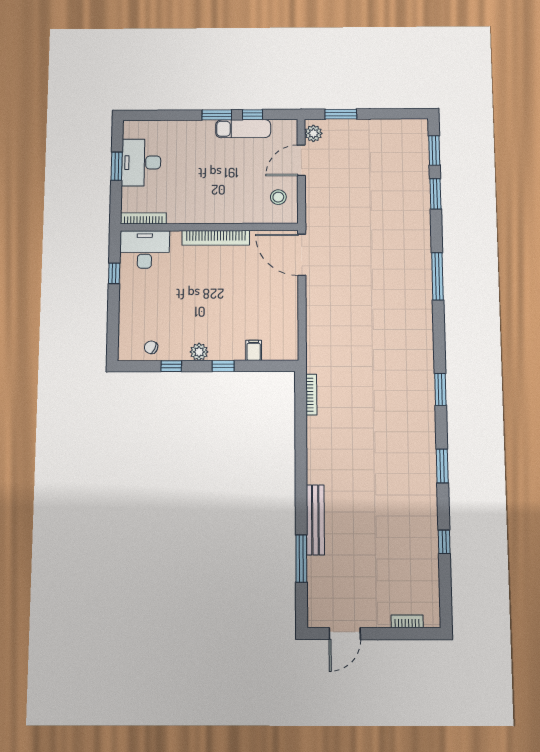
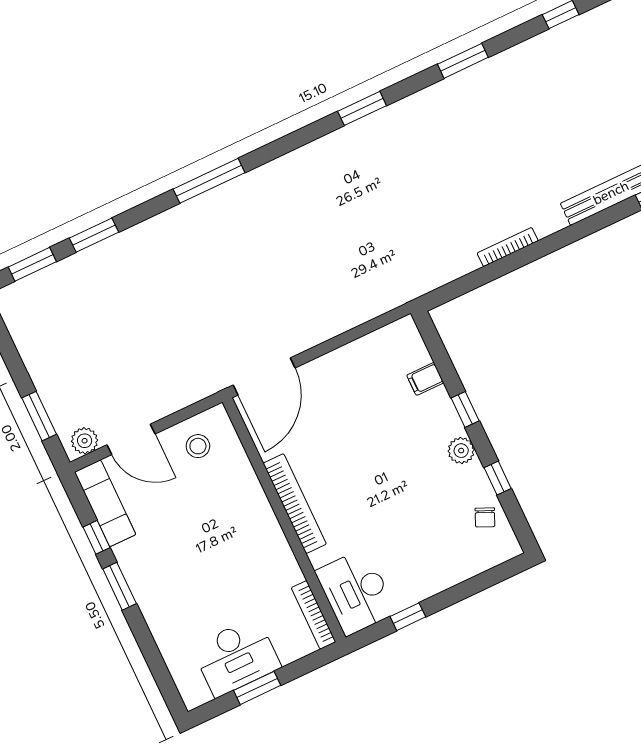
exam couch: (243, 129) -> (105, 503), moved
bookcase: (311, 395) -> (508, 247), moved

